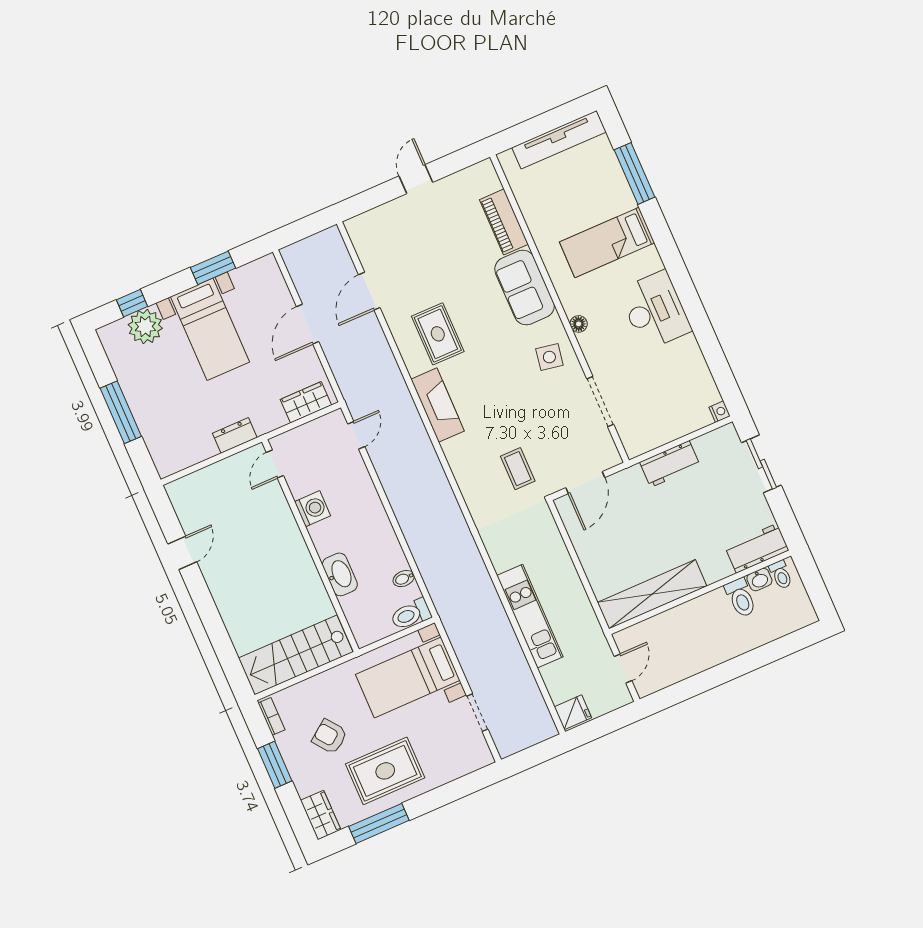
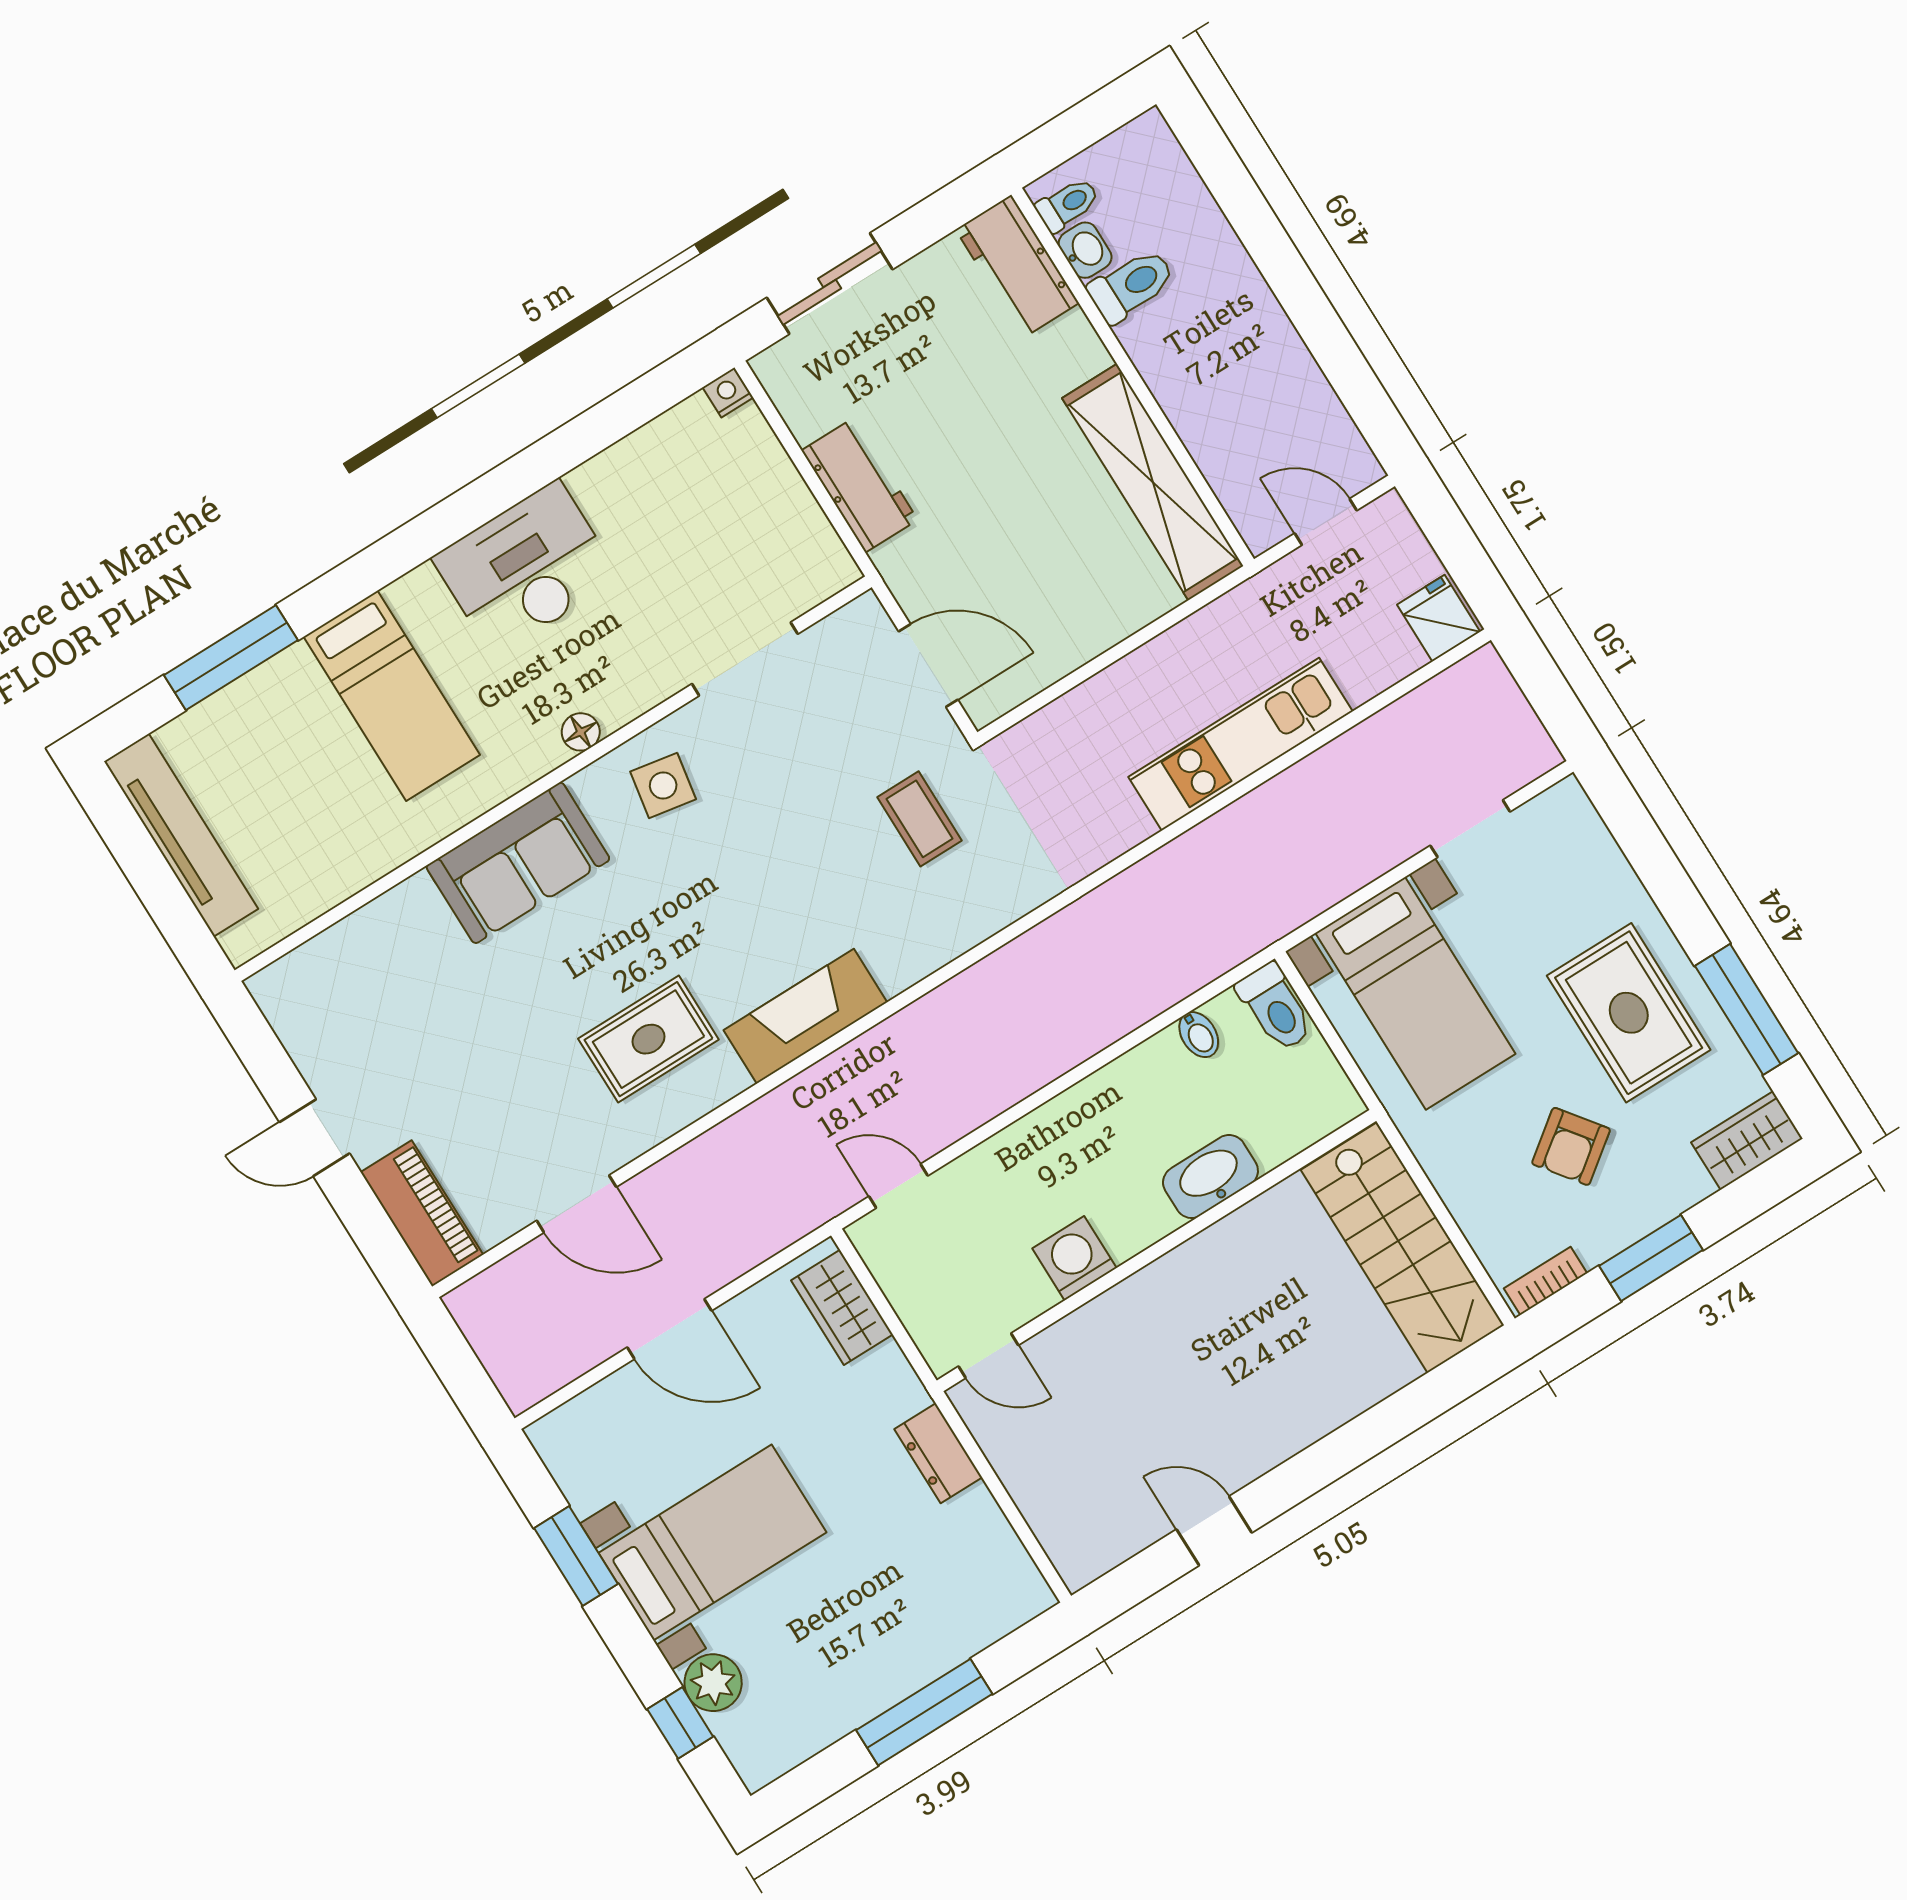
piano: (504, 222) -> (422, 1213), moved, turned -90
plant: (145, 327) -> (713, 1683), width x0.73, depth x0.73
coffee table: (518, 469) -> (919, 819), turned 90

